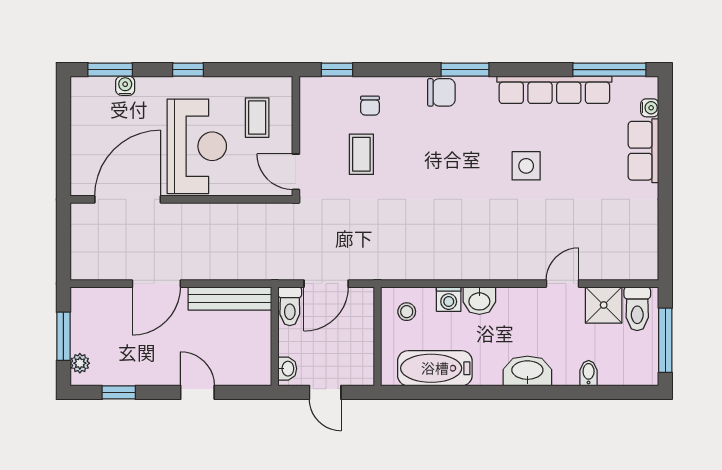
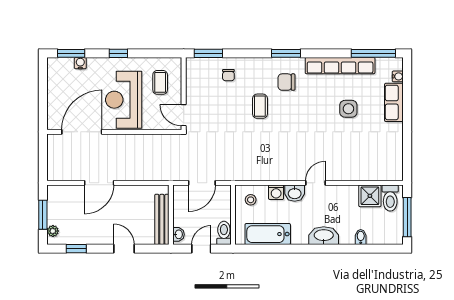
window: (337, 70) -> (208, 53), width x1.50
chair: (441, 92) -> (286, 82), moved, turned 180
reception desk: (197, 146) -> (124, 100), turned 180
coffee table: (361, 154) -> (260, 106), moved
side table: (526, 166) -> (348, 109), moved
door: (562, 284) -> (315, 183), moved
bench: (230, 298) -> (162, 219), moved, turned 90
toilet: (290, 306) -> (224, 233), moved, turned 180
door: (325, 392) -> (201, 249), swing flipped

